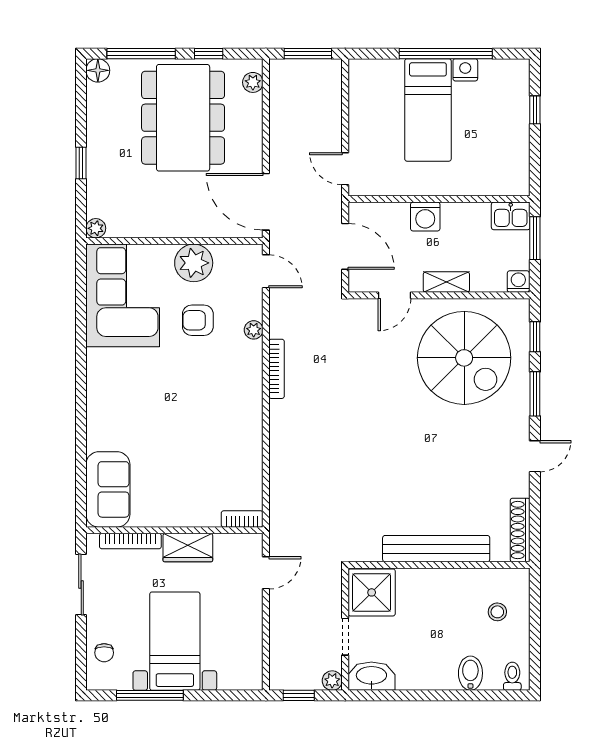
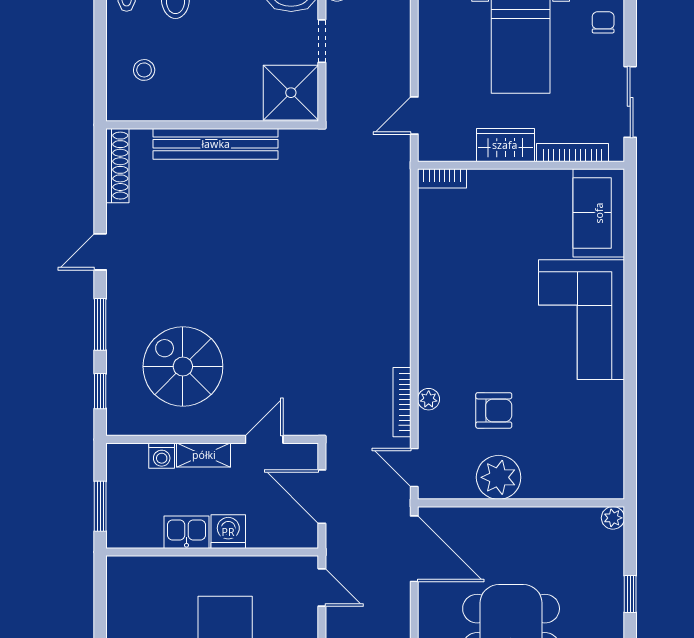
kitchen sink: (511, 216) -> (186, 532), moved
washing machine: (518, 282) -> (162, 456), moved
corner sofa: (123, 295) -> (582, 320), moved
spiral stairs: (464, 358) -> (183, 366), width x0.73, depth x0.73
bookcase: (277, 369) -> (402, 402), moved

